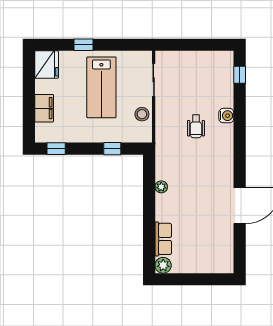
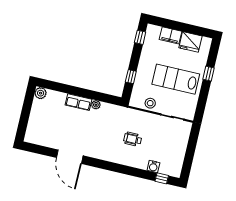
fridge: (47, 65) -> (190, 42), moved
water cooler: (226, 116) -> (153, 166), moved
row of seats: (163, 239) -> (78, 102), moved

